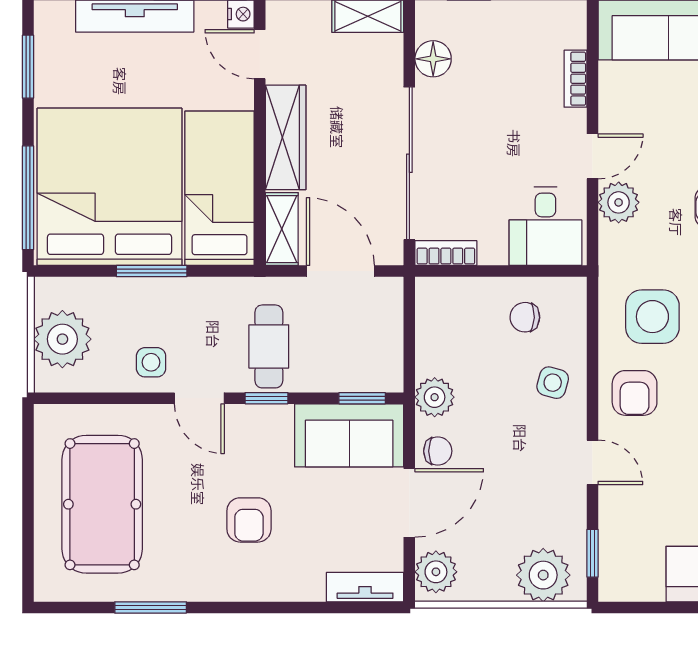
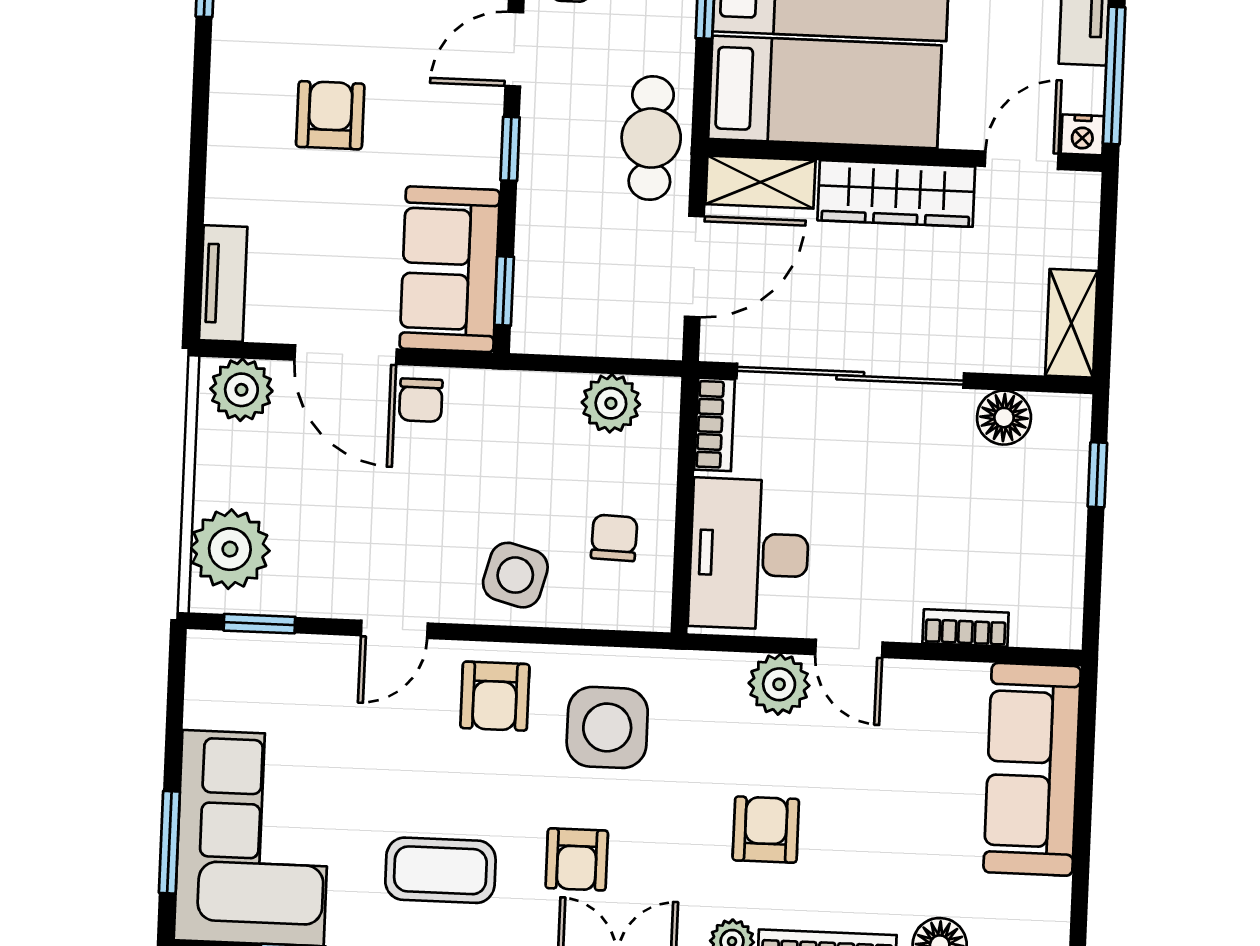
desk: (545, 226) -> (749, 554), width x1.37
cafe table: (269, 346) -> (651, 138), moved, turned 90
side table: (553, 383) -> (515, 575), width x1.37, depth x1.37
armchair: (635, 393) -> (495, 696), turned -90
plant: (435, 397) -> (611, 403), moved
armchair: (249, 520) -> (330, 115), turned 90

